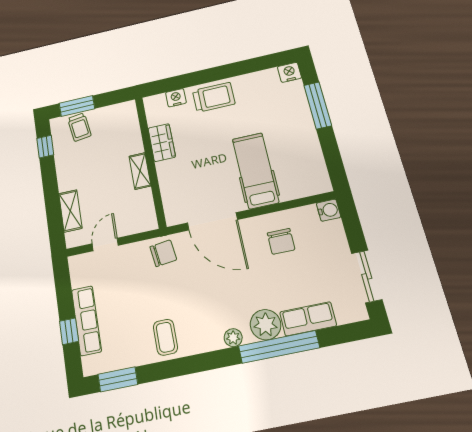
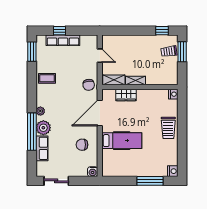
nightstand: (176, 98) -> (173, 94), moved
wardrobe: (162, 143) -> (126, 95), moved
shelving: (70, 211) -> (114, 80), moved

